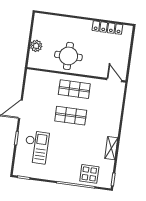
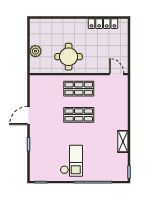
checkout: (36, 147) -> (71, 161), moved
display table: (89, 174) -> (105, 170), removed

